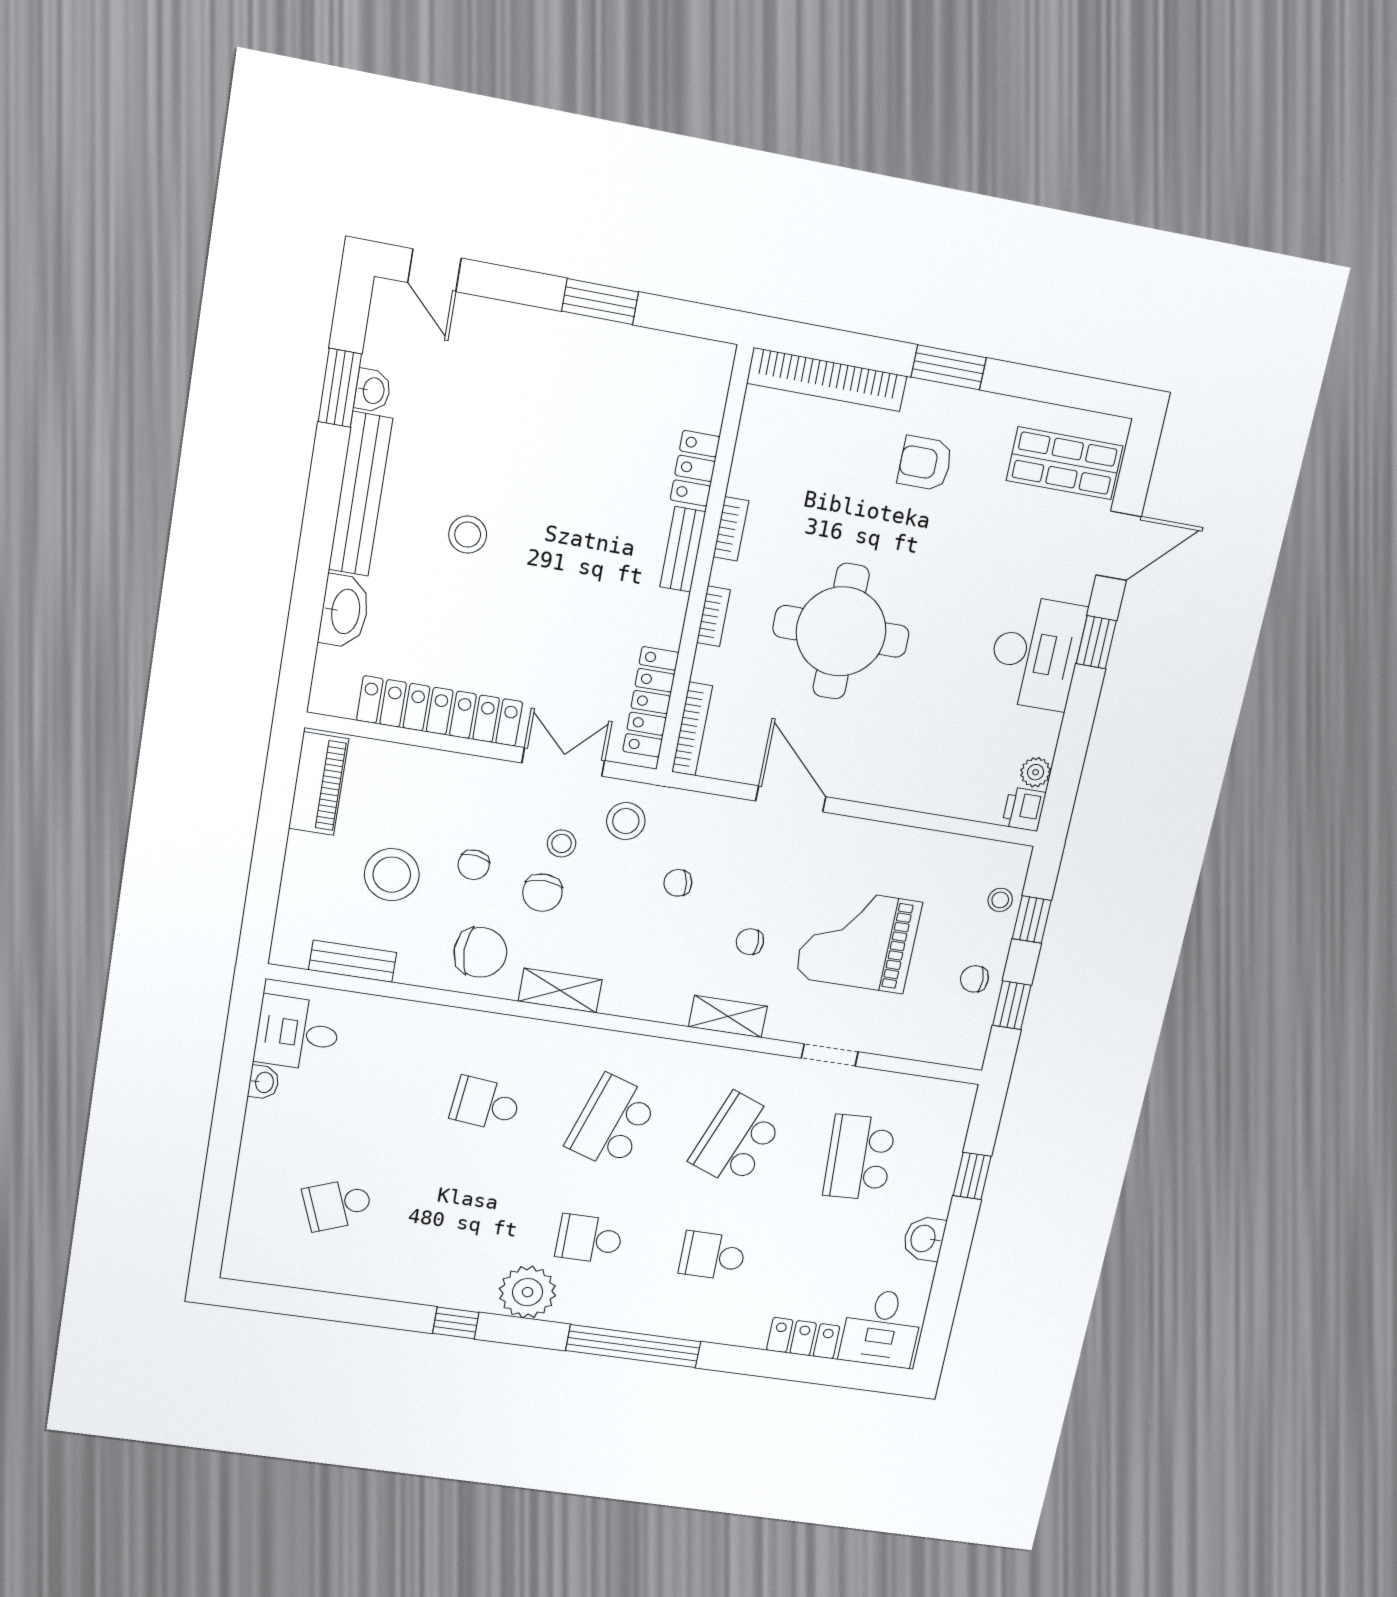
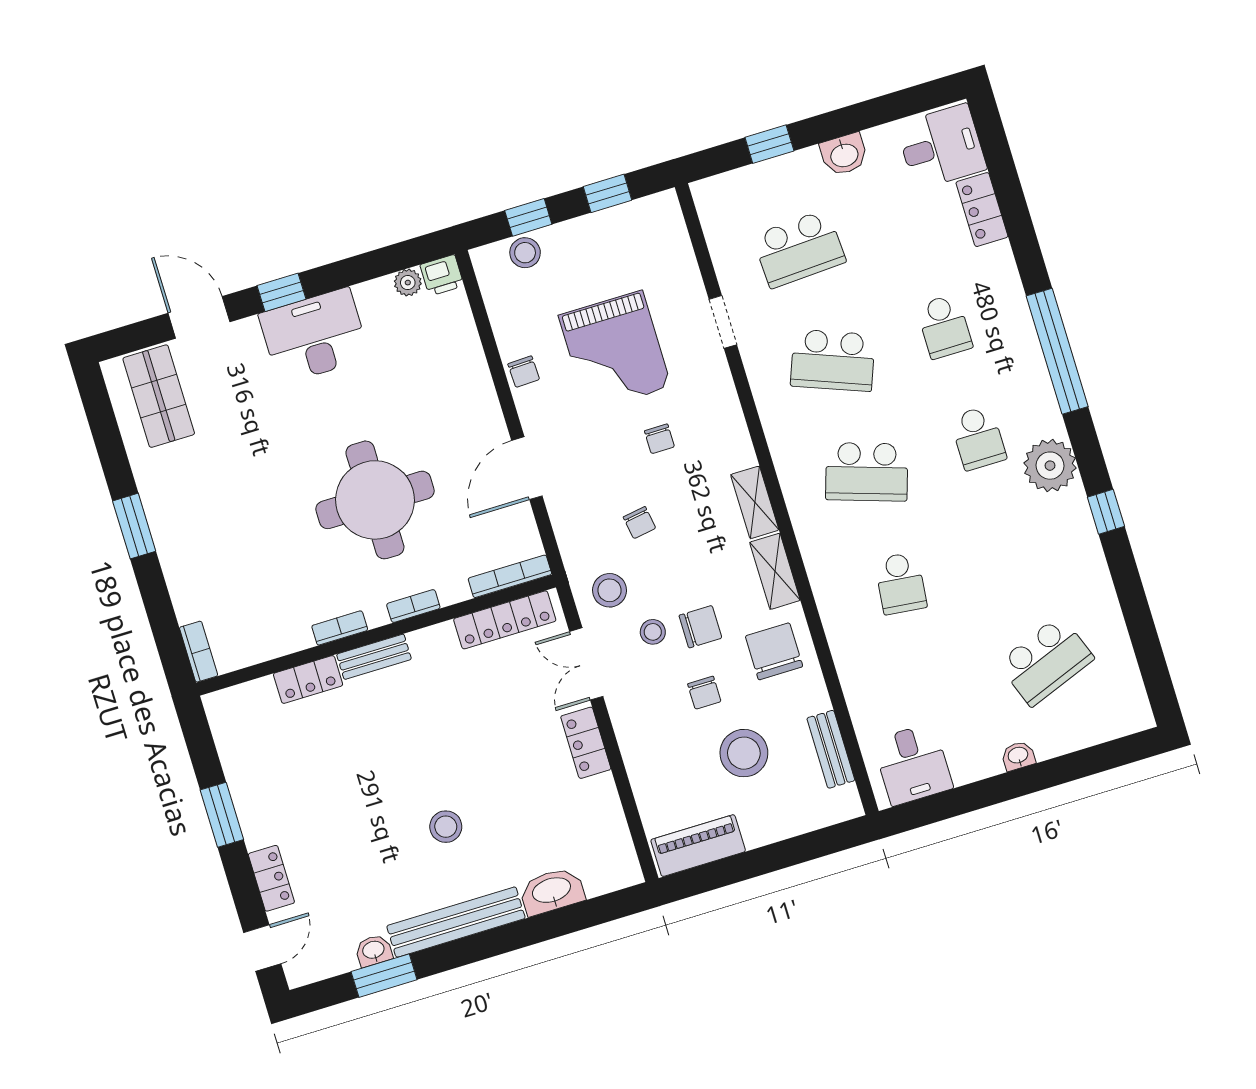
locker: (505, 320) -> (271, 878), added
bookcase: (827, 380) -> (199, 652), width x0.43, depth x0.76
armchair: (925, 463) -> (214, 505), removed
locker: (440, 711) -> (586, 743), width x0.46, depth x0.83
chair: (474, 865) -> (704, 693), turned 82
stool: (1000, 900) -> (525, 253), width x1.37, depth x1.37
chair: (974, 979) -> (524, 372), moved
shelving: (728, 1017) -> (755, 502), moved
washbasin: (264, 1082) -> (1018, 756), moved
school desk: (338, 1205) -> (1046, 661), width x1.85

